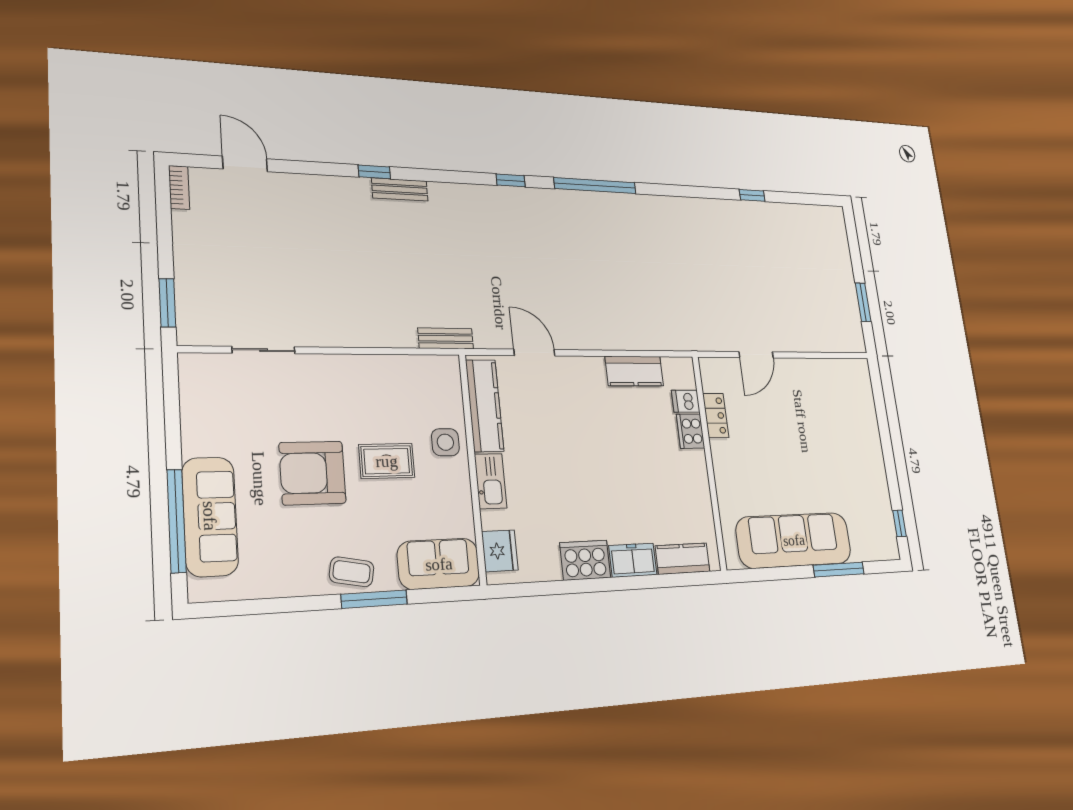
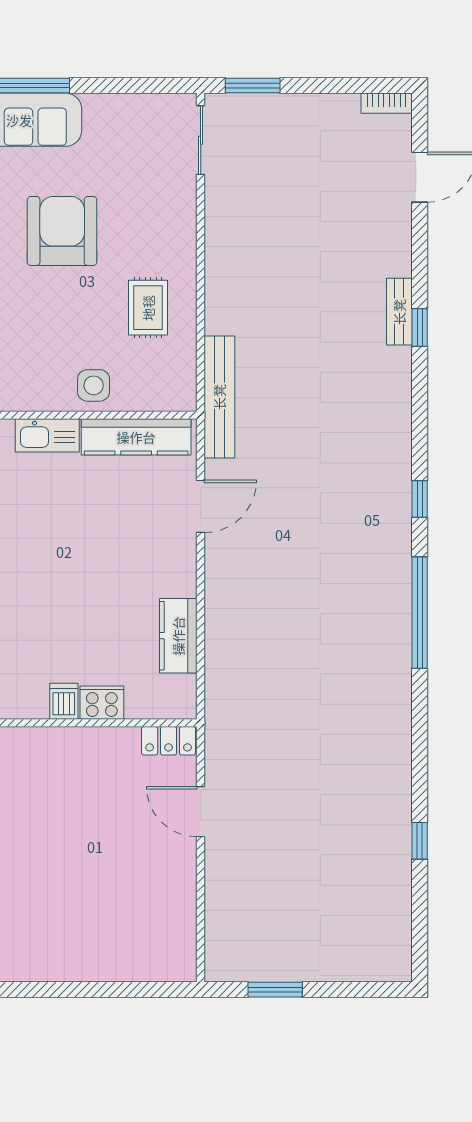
bench: (400, 189) -> (399, 312), moved
bench: (446, 338) -> (219, 397), width x1.86, depth x1.21
sliding door: (264, 350) -> (201, 140), moved
dishwasher: (686, 401) -> (64, 701), moved
locker: (716, 415) -> (169, 741), moved
rug: (387, 461) -> (148, 308), moved

